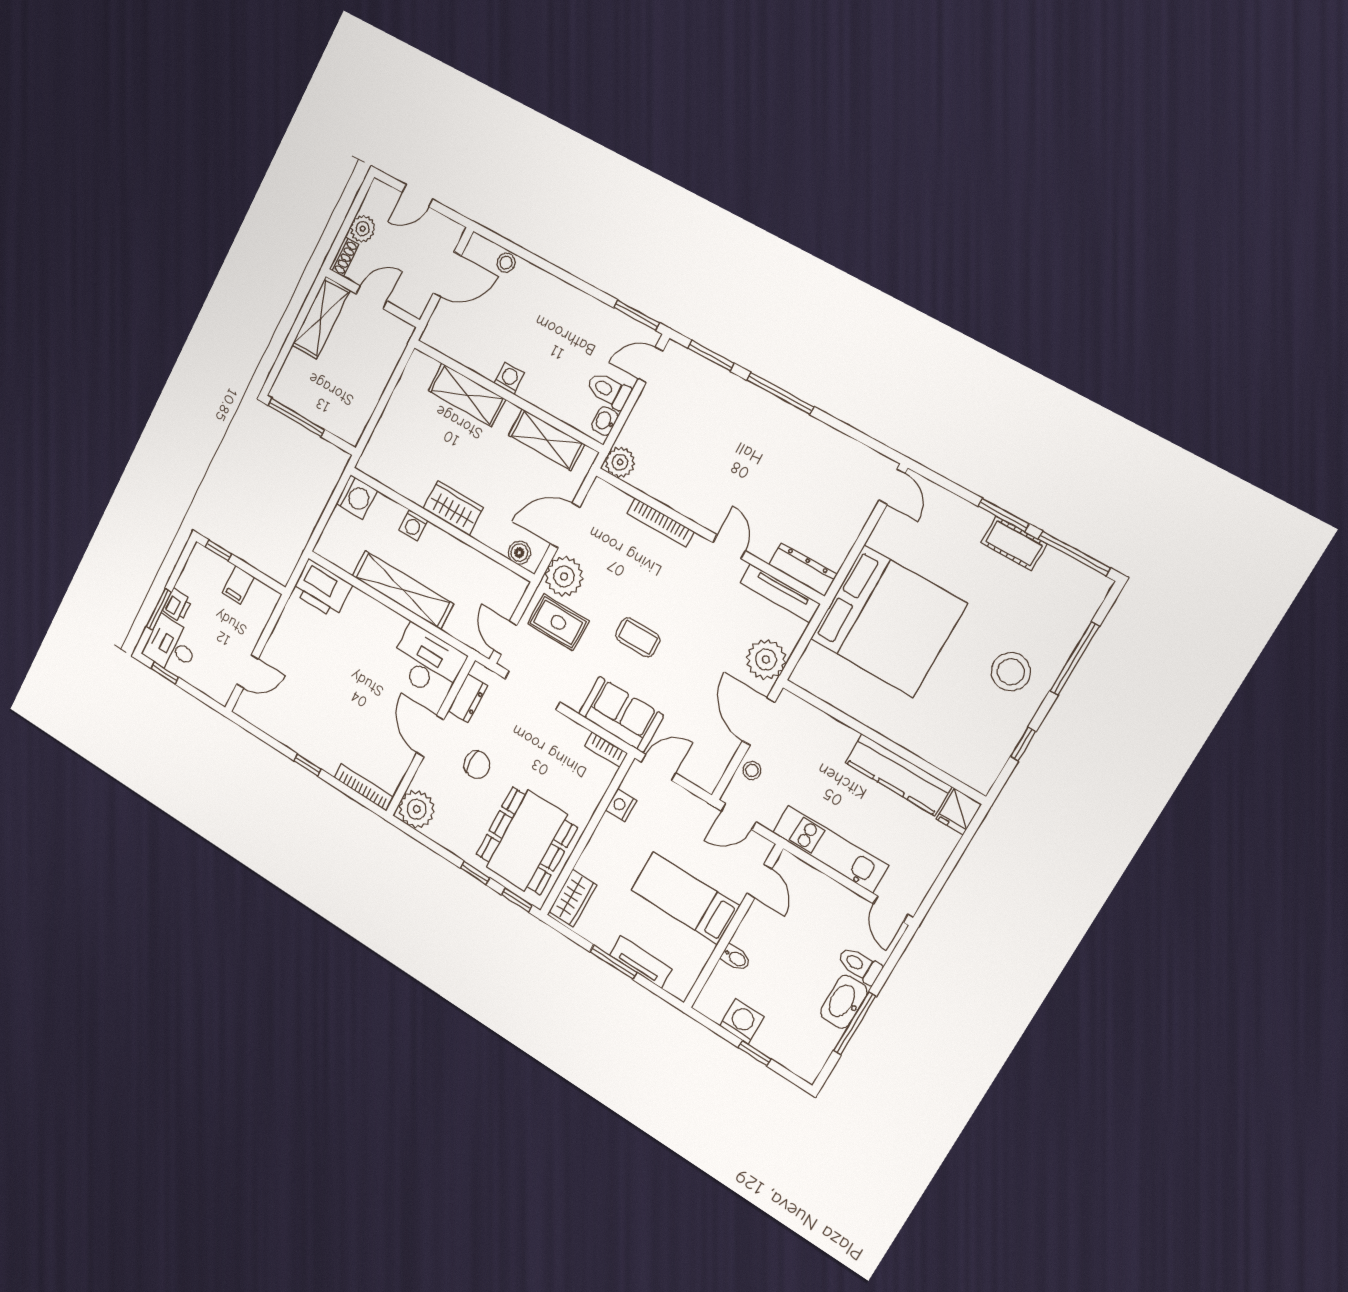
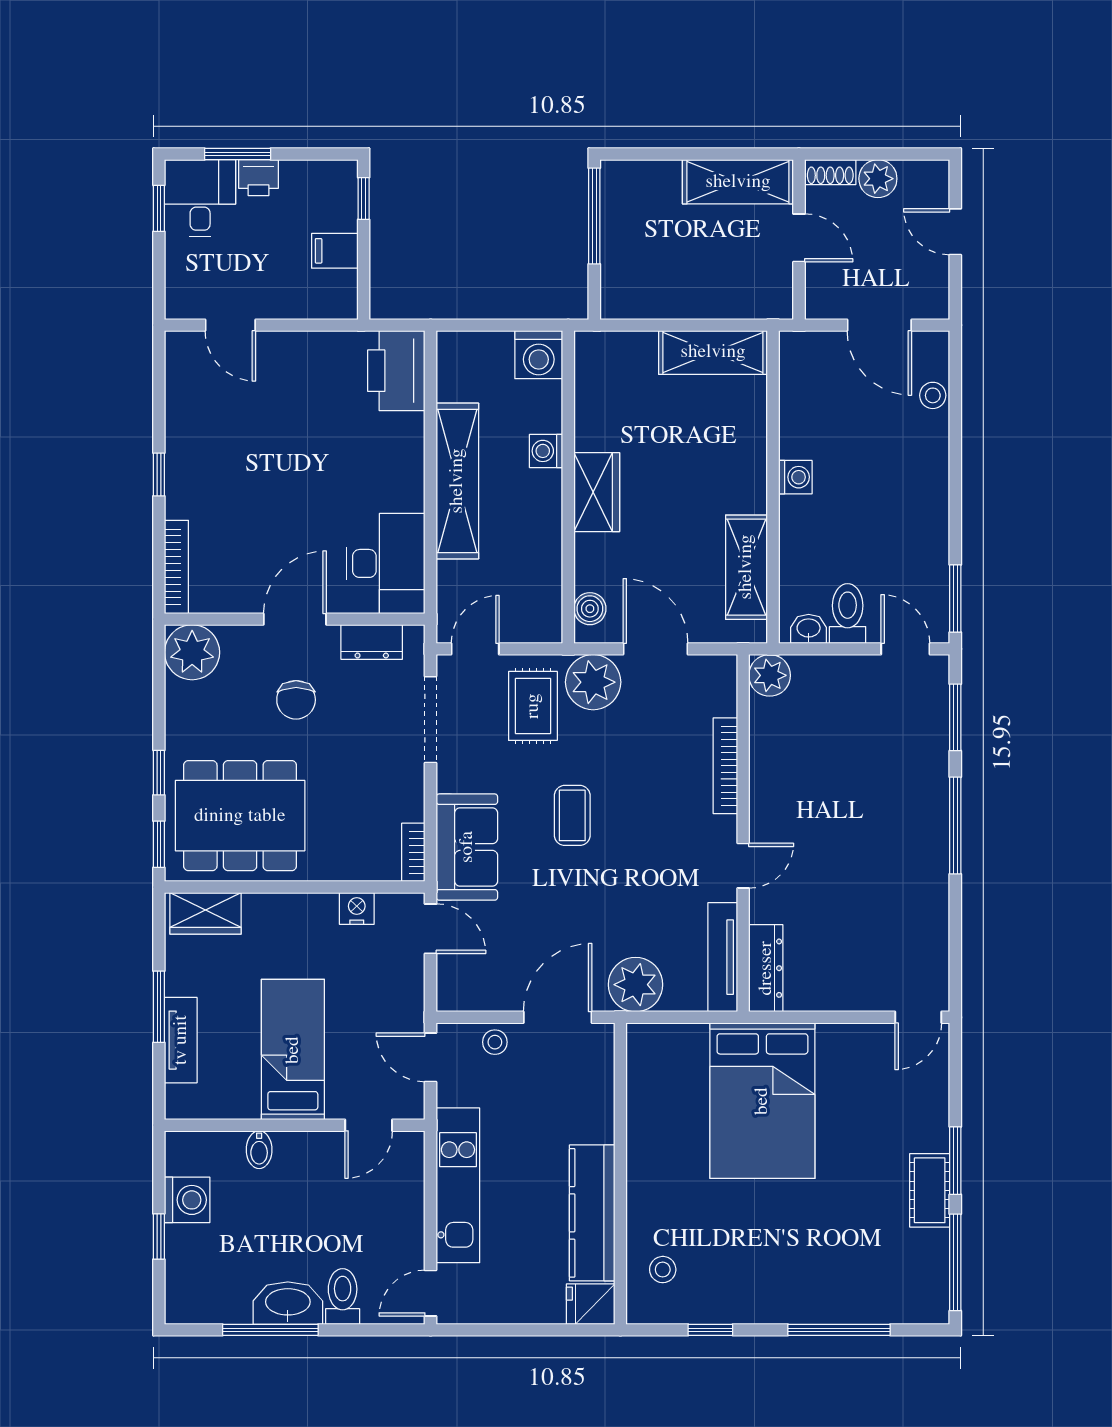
shelving: (467, 395) -> (713, 352), moved, turned 90
bed: (888, 621) -> (762, 1101), width x0.73
stool: (1011, 672) -> (663, 1270), moved, width x0.53, depth x0.53

